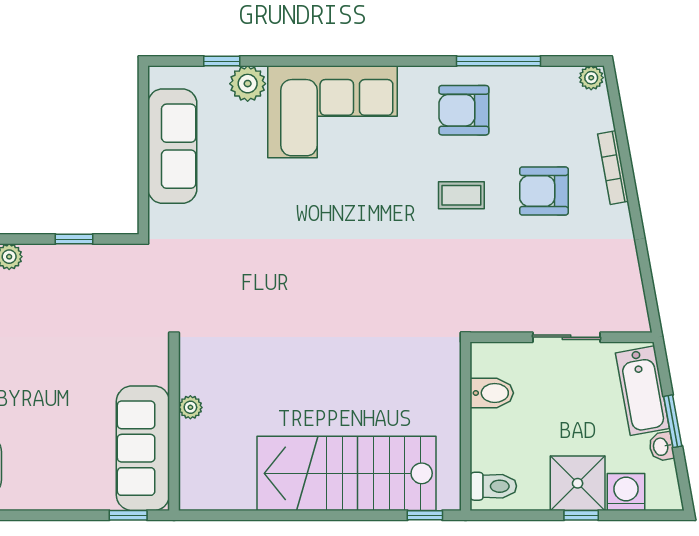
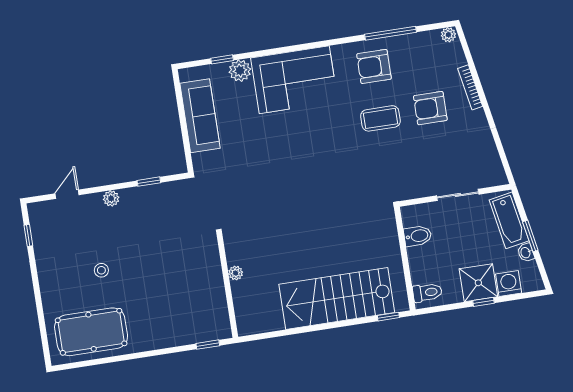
coffee table: (461, 195) -> (380, 118), width x1.36, depth x1.30
sofa: (143, 448) -> (211, 302), removed

